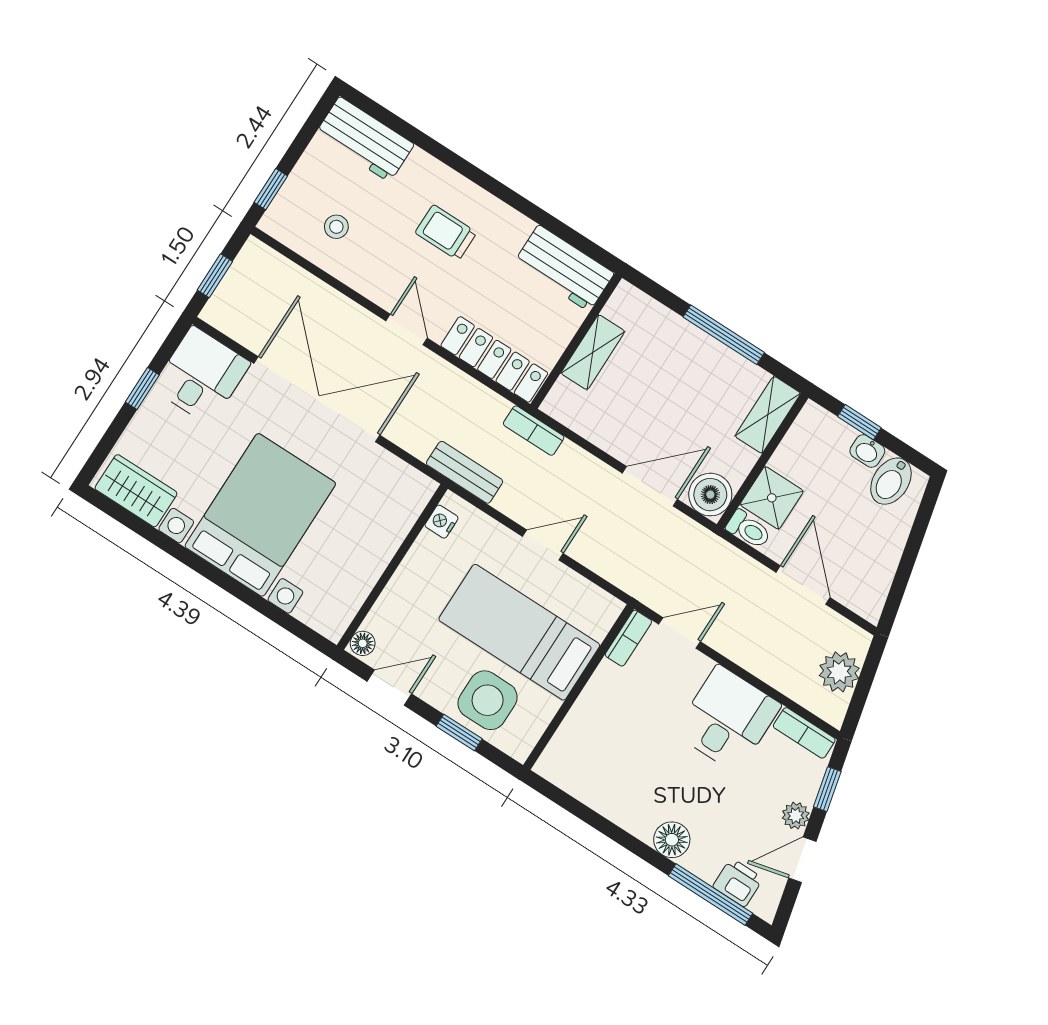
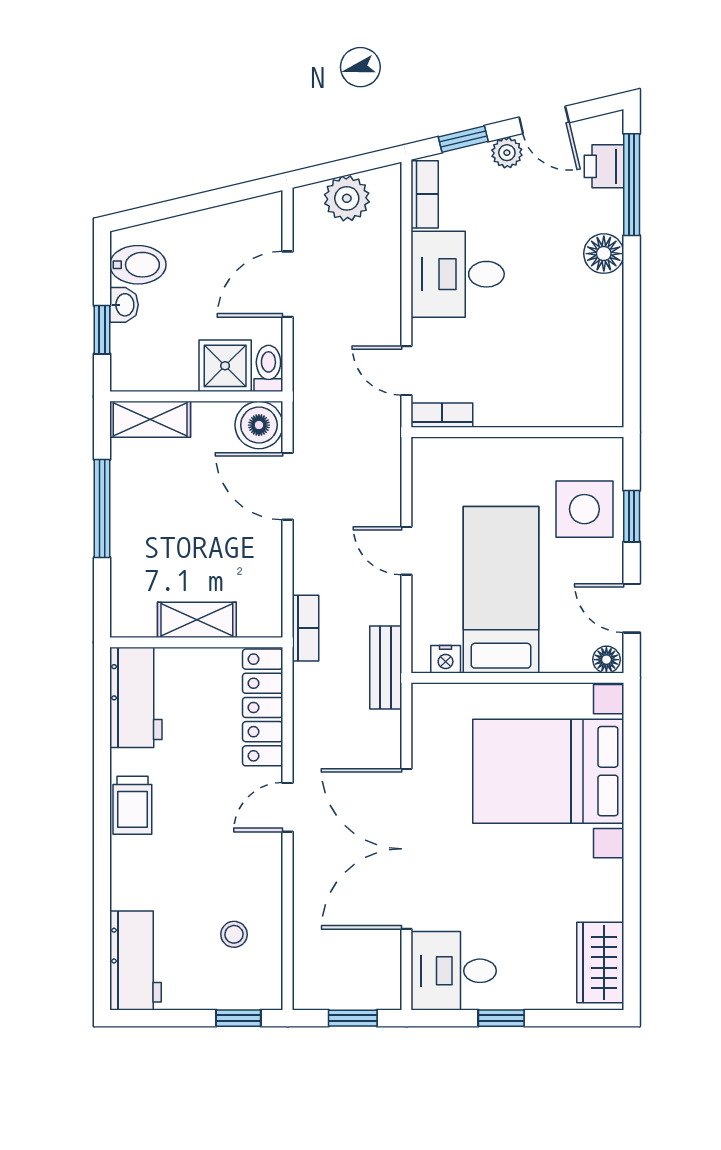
trolley: (446, 233) -> (132, 805), moved
bed with nightstands: (260, 515) -> (548, 771), moved
bed: (519, 632) -> (501, 590), moved, turned 180

